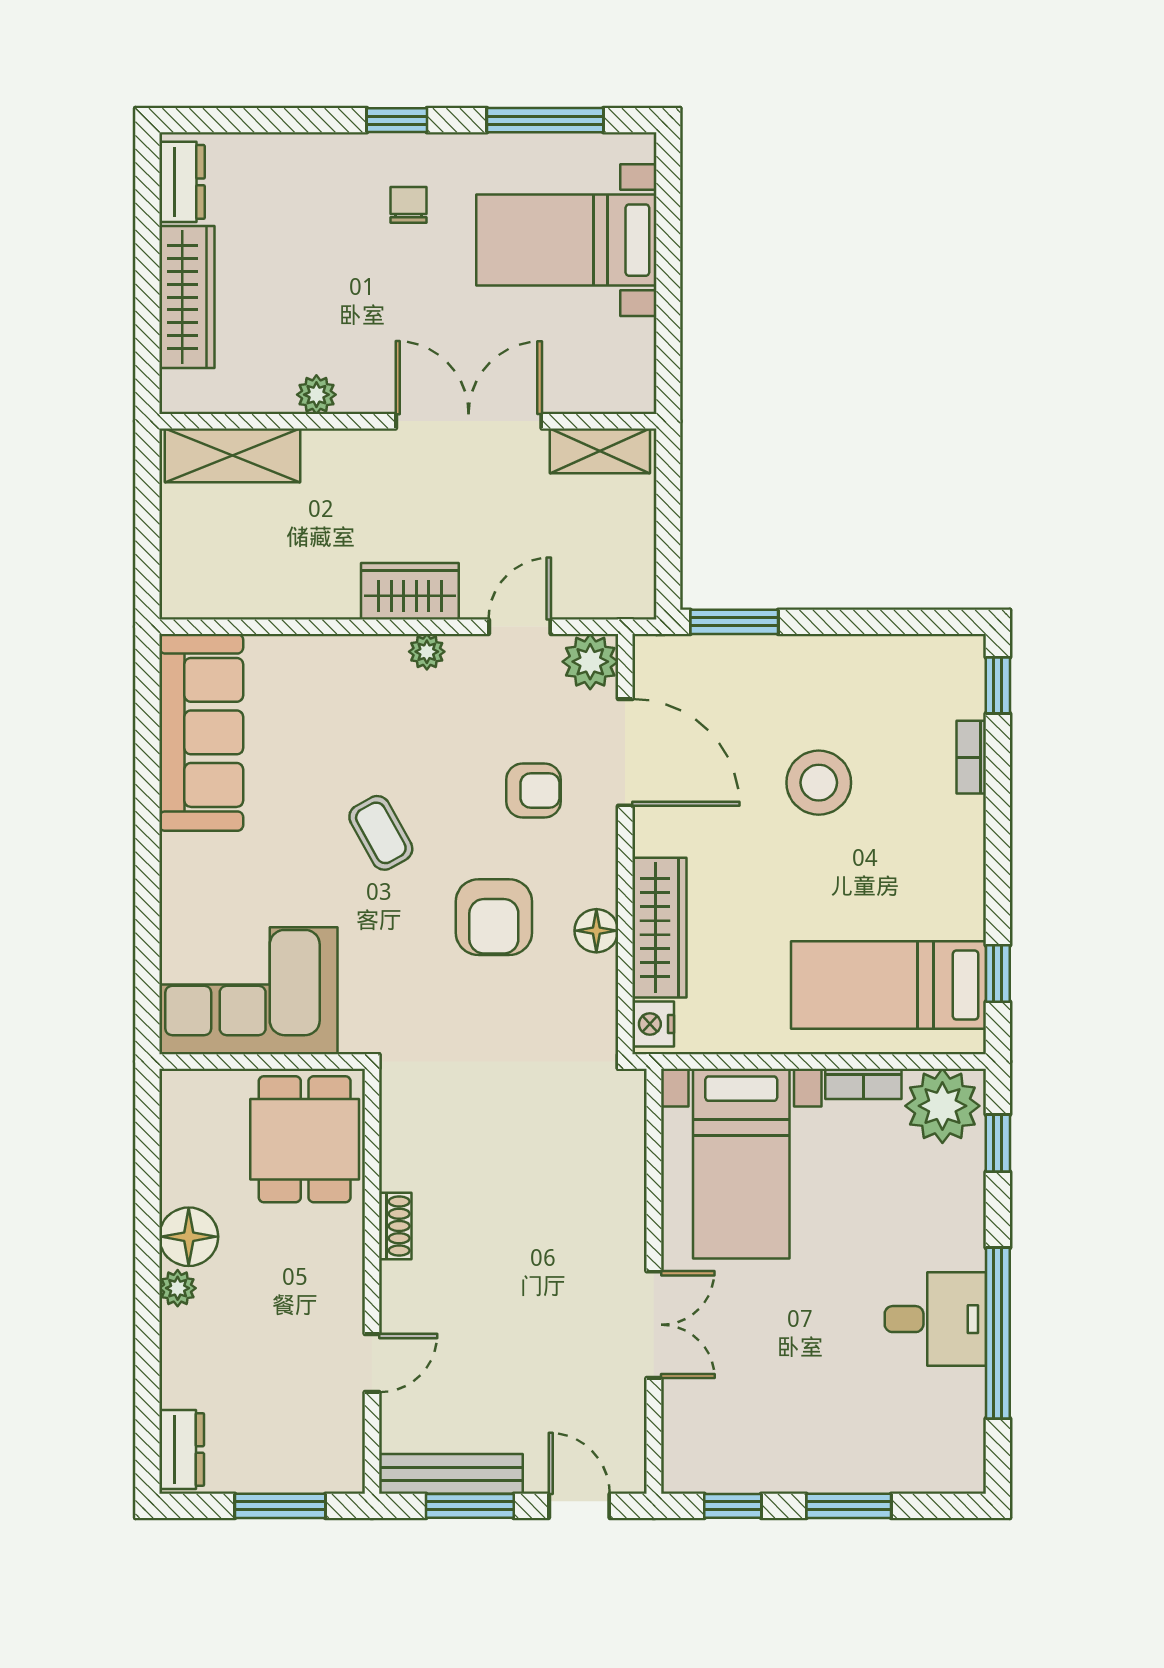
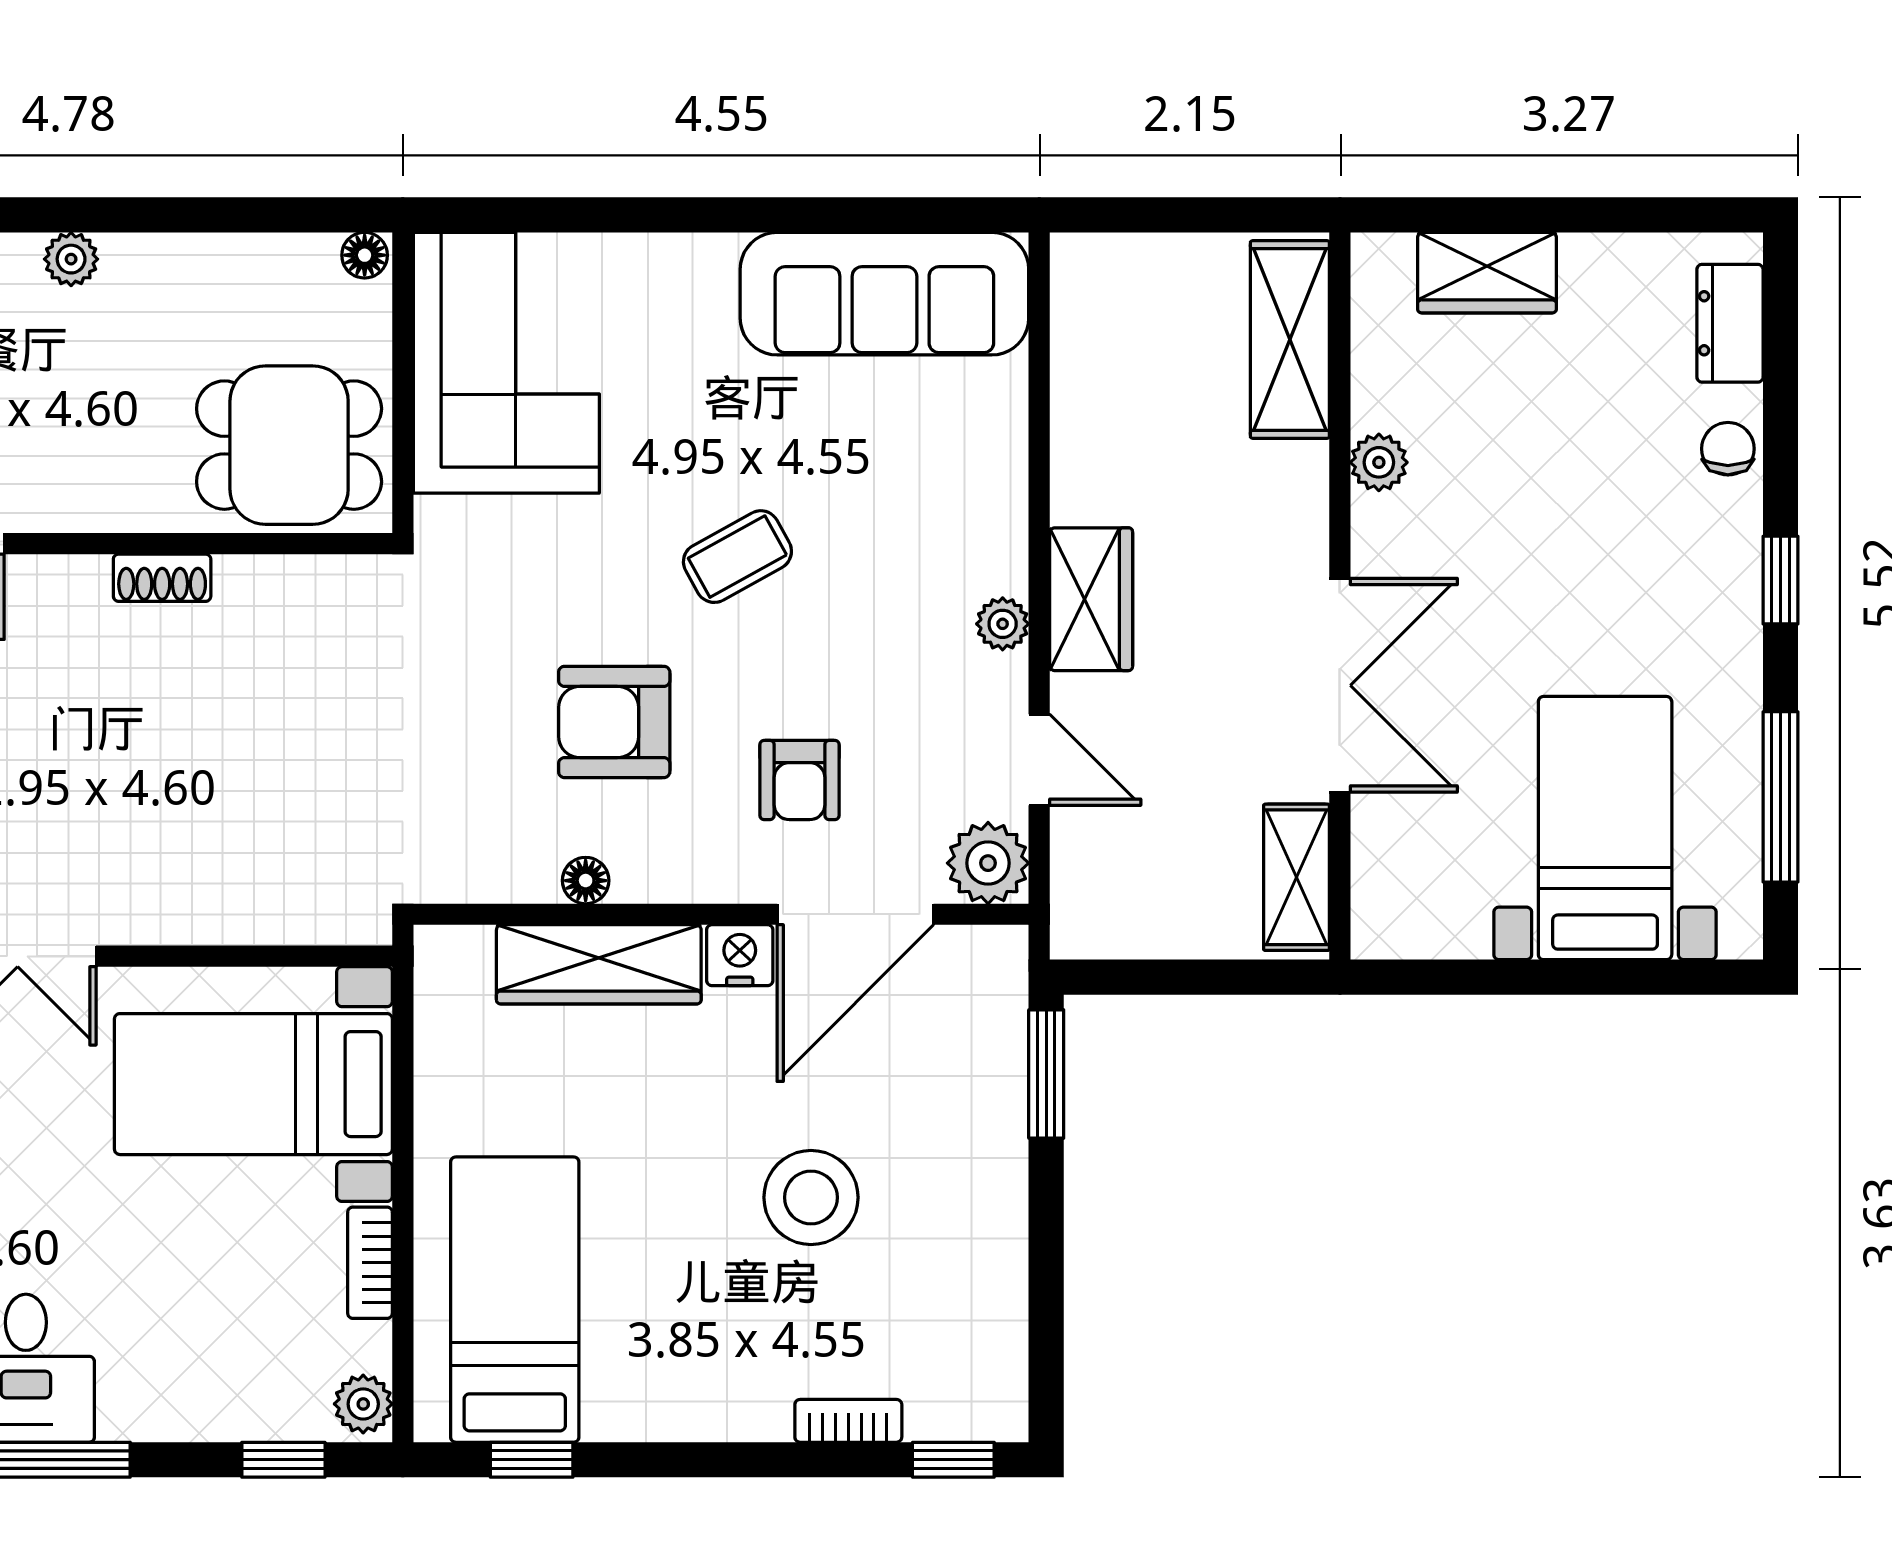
dresser: (182, 182) -> (1730, 323), moved, turned 90
chair: (408, 205) -> (1728, 449), moved, turned -90
wardrobe: (187, 297) -> (1487, 273), width x0.67
floor lamp: (596, 931) -> (586, 881), width x0.73, depth x0.73
nightstand: (653, 1024) -> (740, 955), moved
plant: (942, 1106) -> (363, 1404), width x0.53, depth x0.53
floor lamp: (189, 1237) -> (365, 255), moved, width x0.53, depth x0.53

